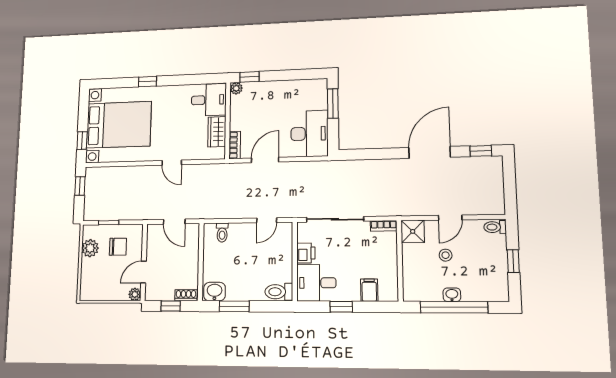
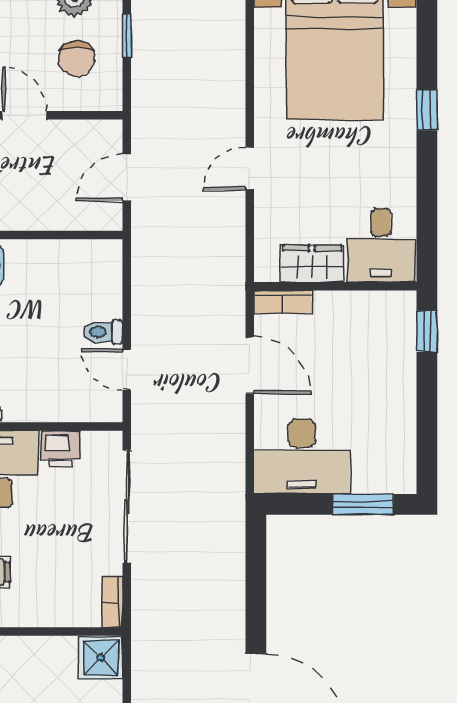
plant: (236, 88) -> (403, 304), removed
toilet: (222, 233) -> (103, 332), moved

